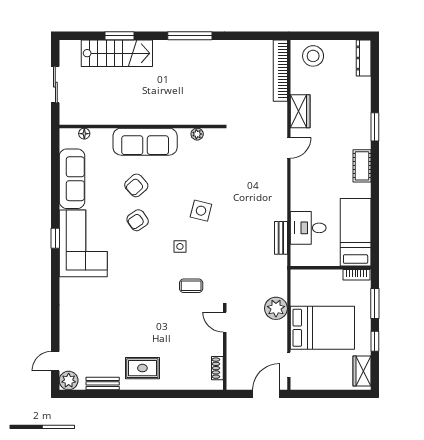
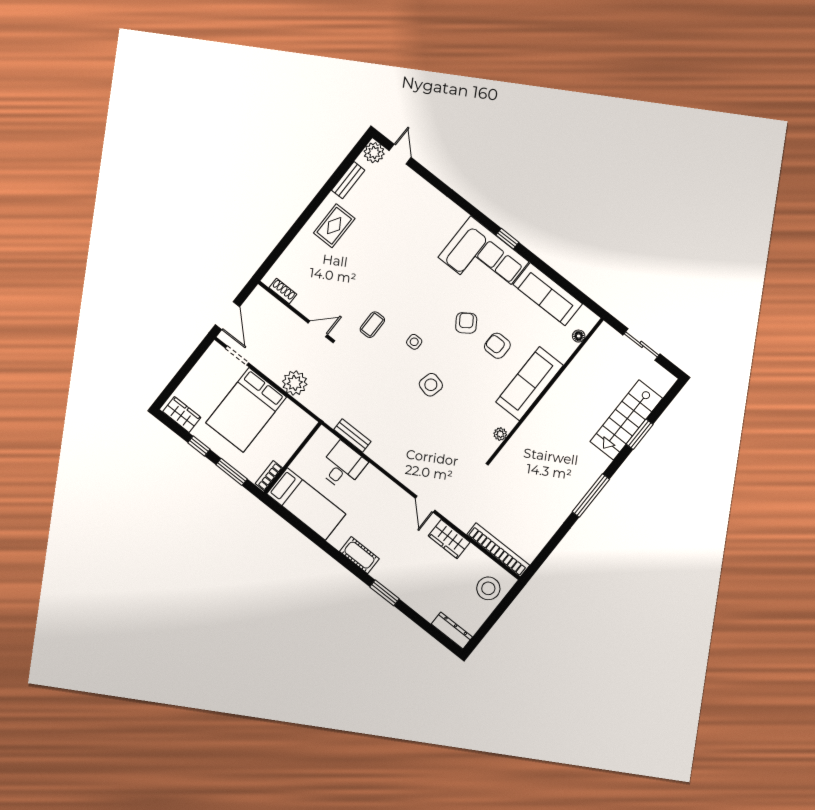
armchair: (136, 185) -> (497, 346), turned -48

